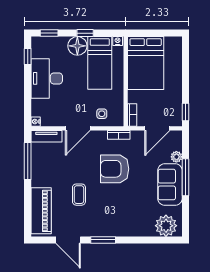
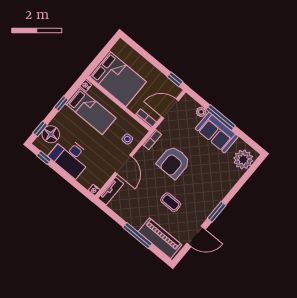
floor lamp: (77, 46) -> (51, 134), moved
door: (157, 128) -> (170, 109), swing flipped
window: (28, 161) -> (138, 236), moved

